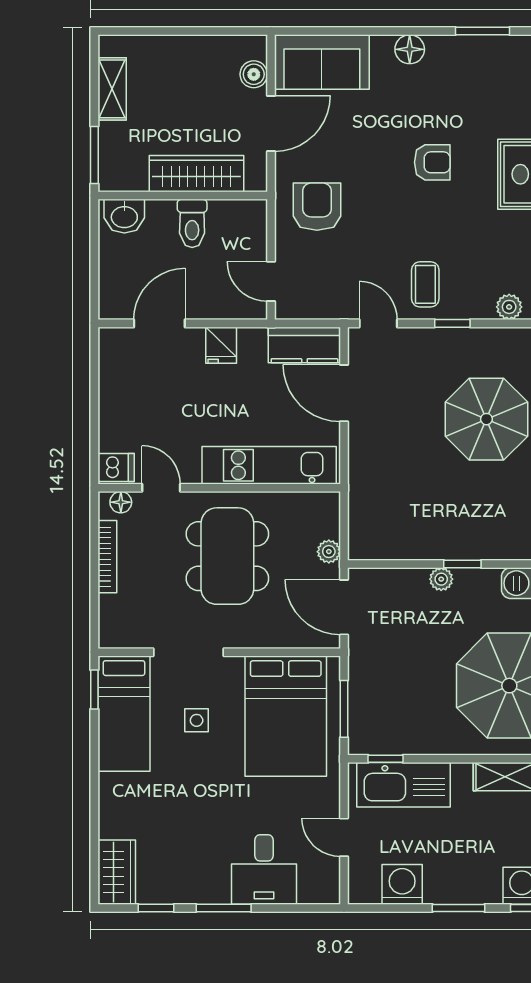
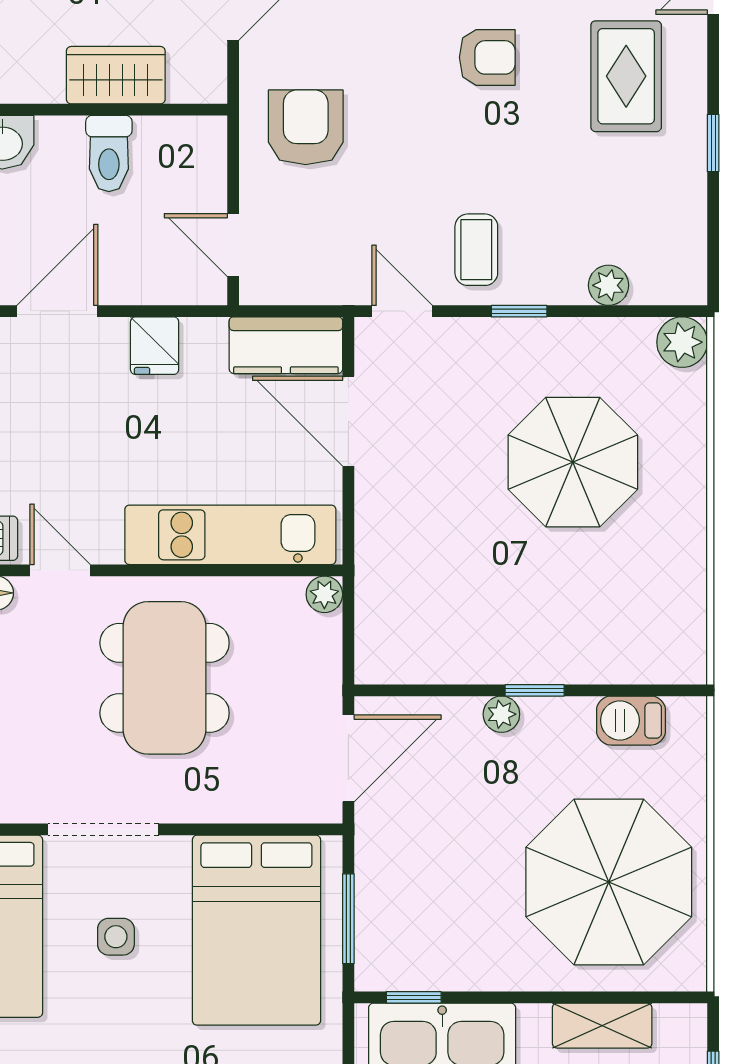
wardrobe: (196, 174) -> (116, 75), width x0.67
plant: (329, 552) -> (324, 594), moved
door: (344, 607) -> (348, 758), swing flipped

